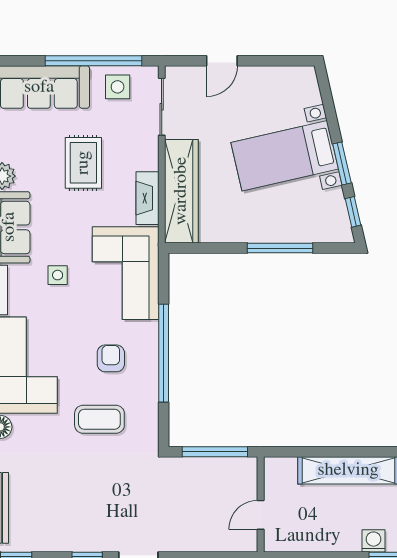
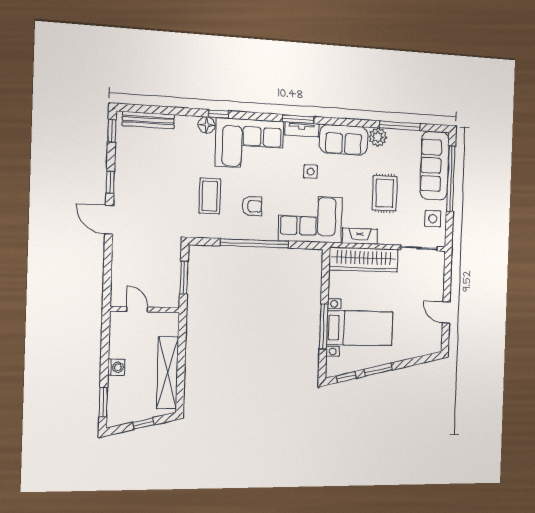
window: (94, 61) -> (451, 179), moved
door: (222, 61) -> (446, 312), moved
bed with nightstands: (285, 156) -> (360, 328), moved, turned 103
rug: (83, 163) -> (385, 193), turned 90
window: (215, 452) -> (184, 278), width x0.69
washing machine: (373, 541) -> (116, 367), moved

